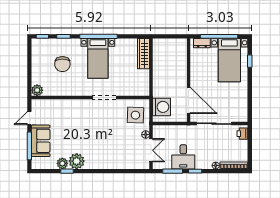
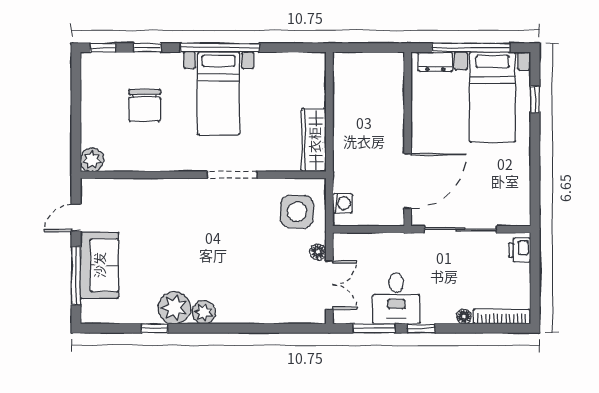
wardrobe: (144, 54) -> (314, 140), moved
door: (189, 100) -> (408, 181), hinge flipped
washing machine: (161, 107) -> (342, 203), width x0.53, depth x0.53
plant: (62, 163) -> (204, 312), moved

